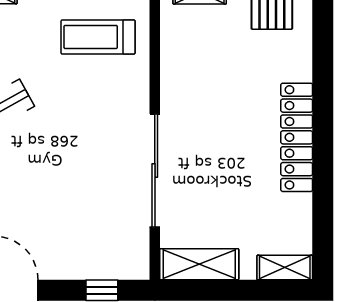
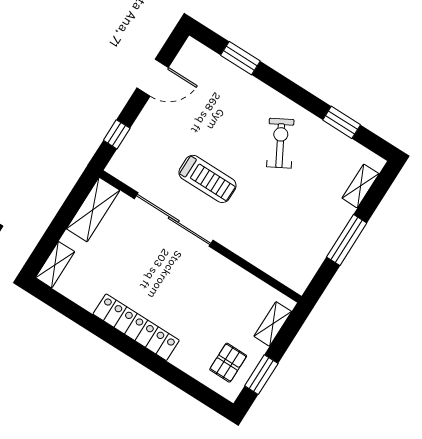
treadmill: (98, 37) -> (207, 179), moved, turned 90

